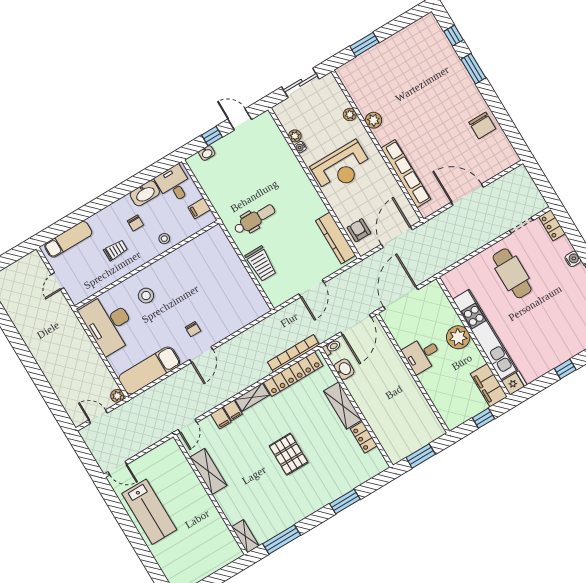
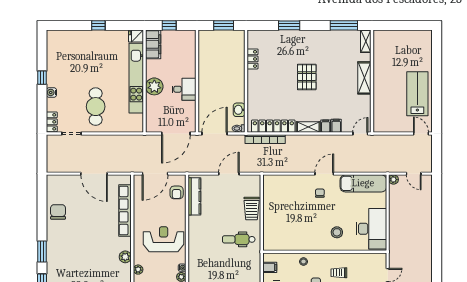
trolley: (261, 264) -> (252, 209), turned 180
shelving: (343, 406) -> (254, 87), removed
shelving: (208, 471) -> (364, 78), moved

